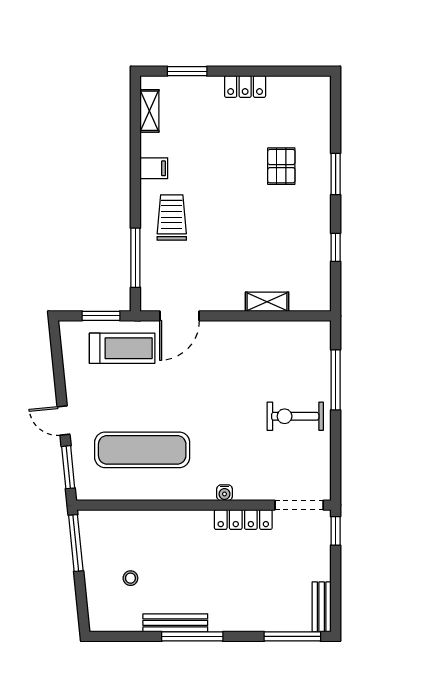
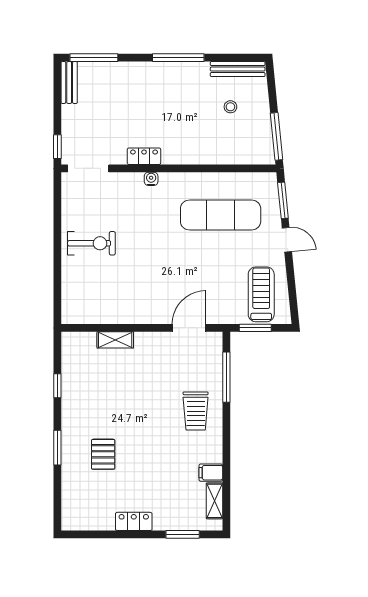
filing cabinet: (154, 168) -> (211, 473), moved
treadmill: (122, 348) -> (261, 294), moved, turned 90
window: (336, 380) -> (57, 274), removed
locker: (243, 519) -> (144, 156), width x0.66
bench: (175, 623) -> (238, 69), moved

